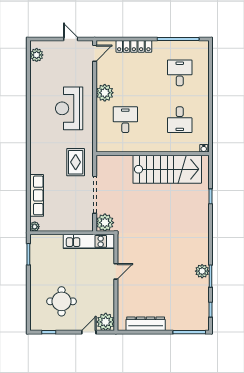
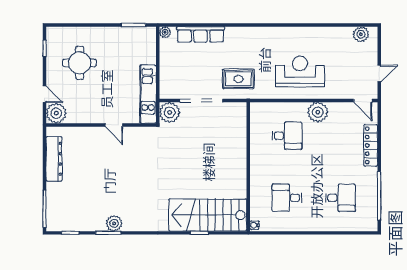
stairs: (167, 169) -> (208, 215), moved, turned 90

